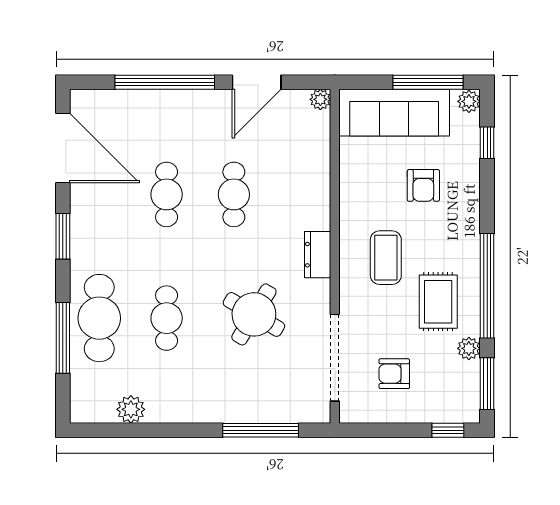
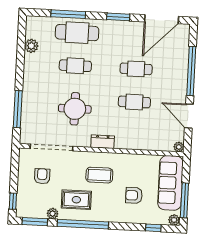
round table: (254, 314) -> (75, 109), turned -31

